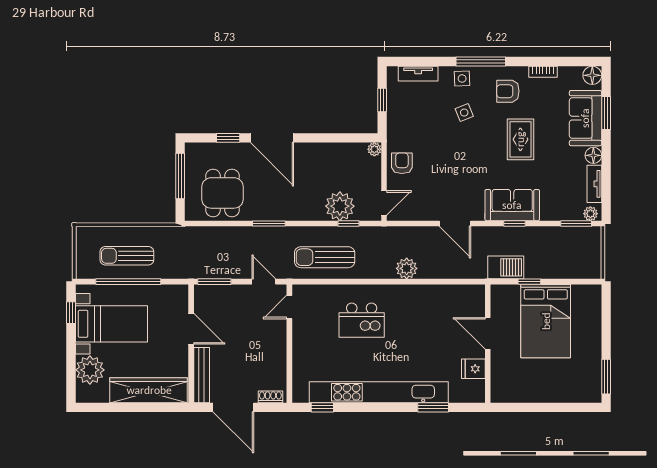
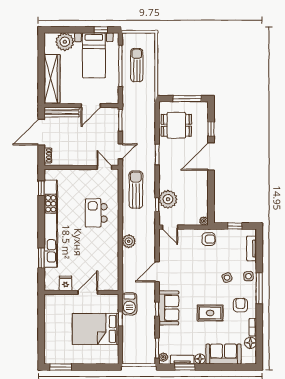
floor lamp: (592, 75) -> (250, 343), moved
window: (606, 113) -> (185, 367), moved
armchair: (402, 163) -> (209, 239), moved

